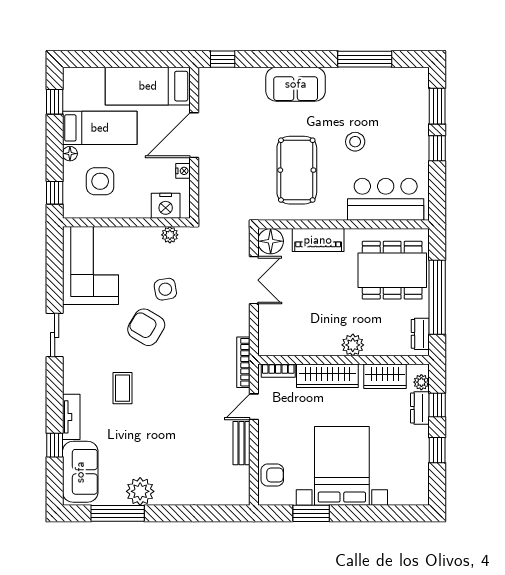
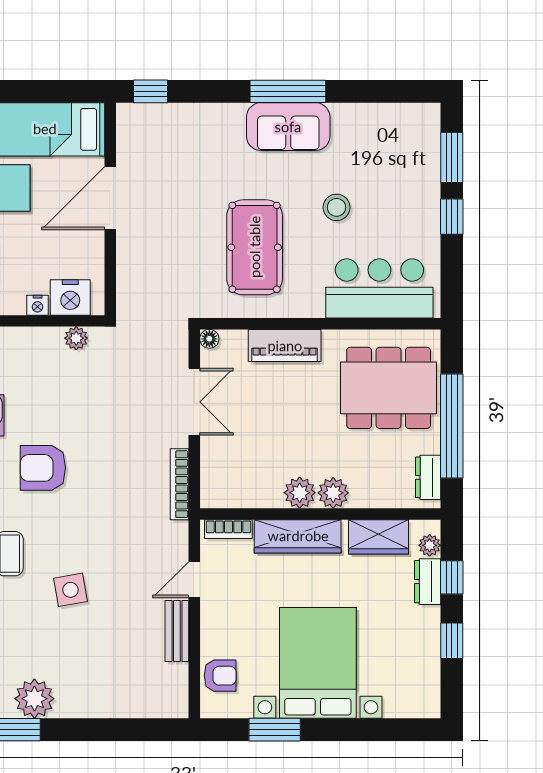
window: (365, 59) -> (288, 91), moved
sofa: (296, 84) -> (288, 127), moved
nightstand: (183, 171) -> (38, 305), moved, turned 90
floor lamp: (271, 241) -> (209, 339), width x0.53, depth x0.53
side table: (165, 289) -> (70, 590), moved
armchair: (146, 327) -> (43, 468), turned -31
plant: (329, 345) -> (300, 493), added
bookcase: (243, 362) -> (179, 484), moved

